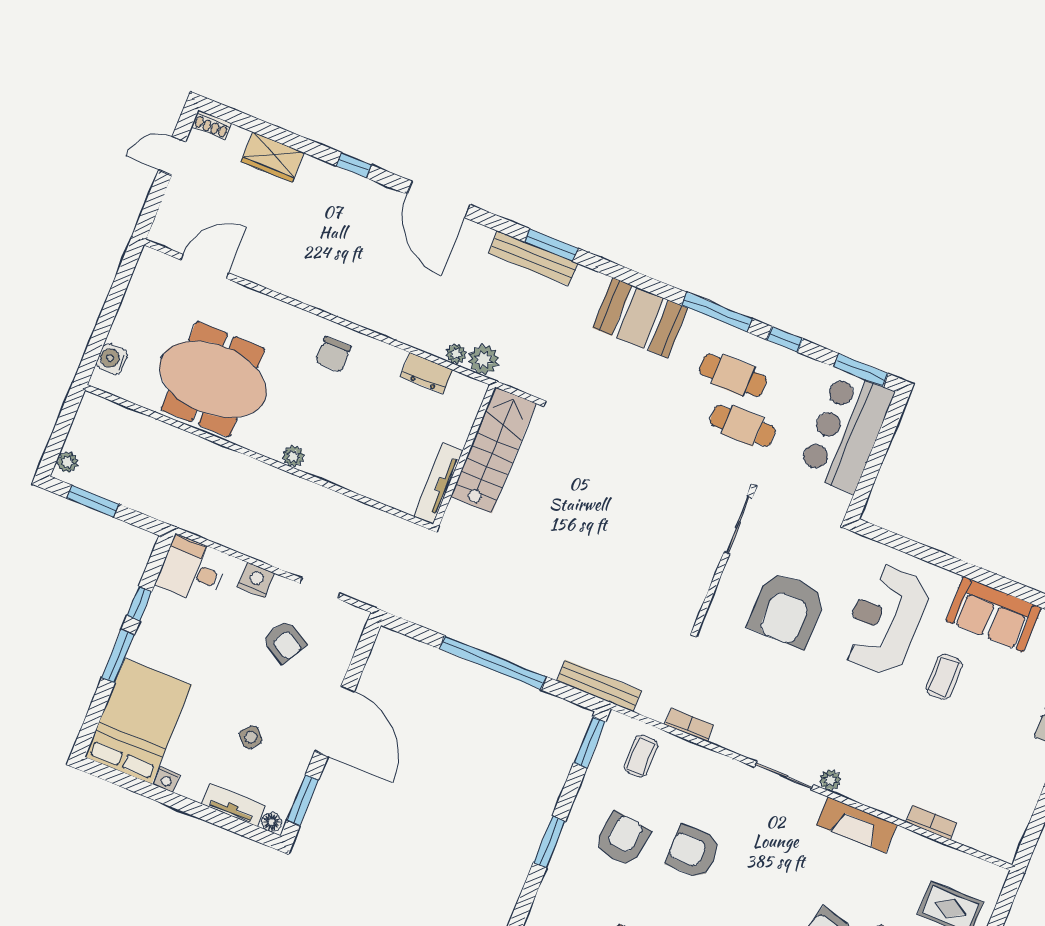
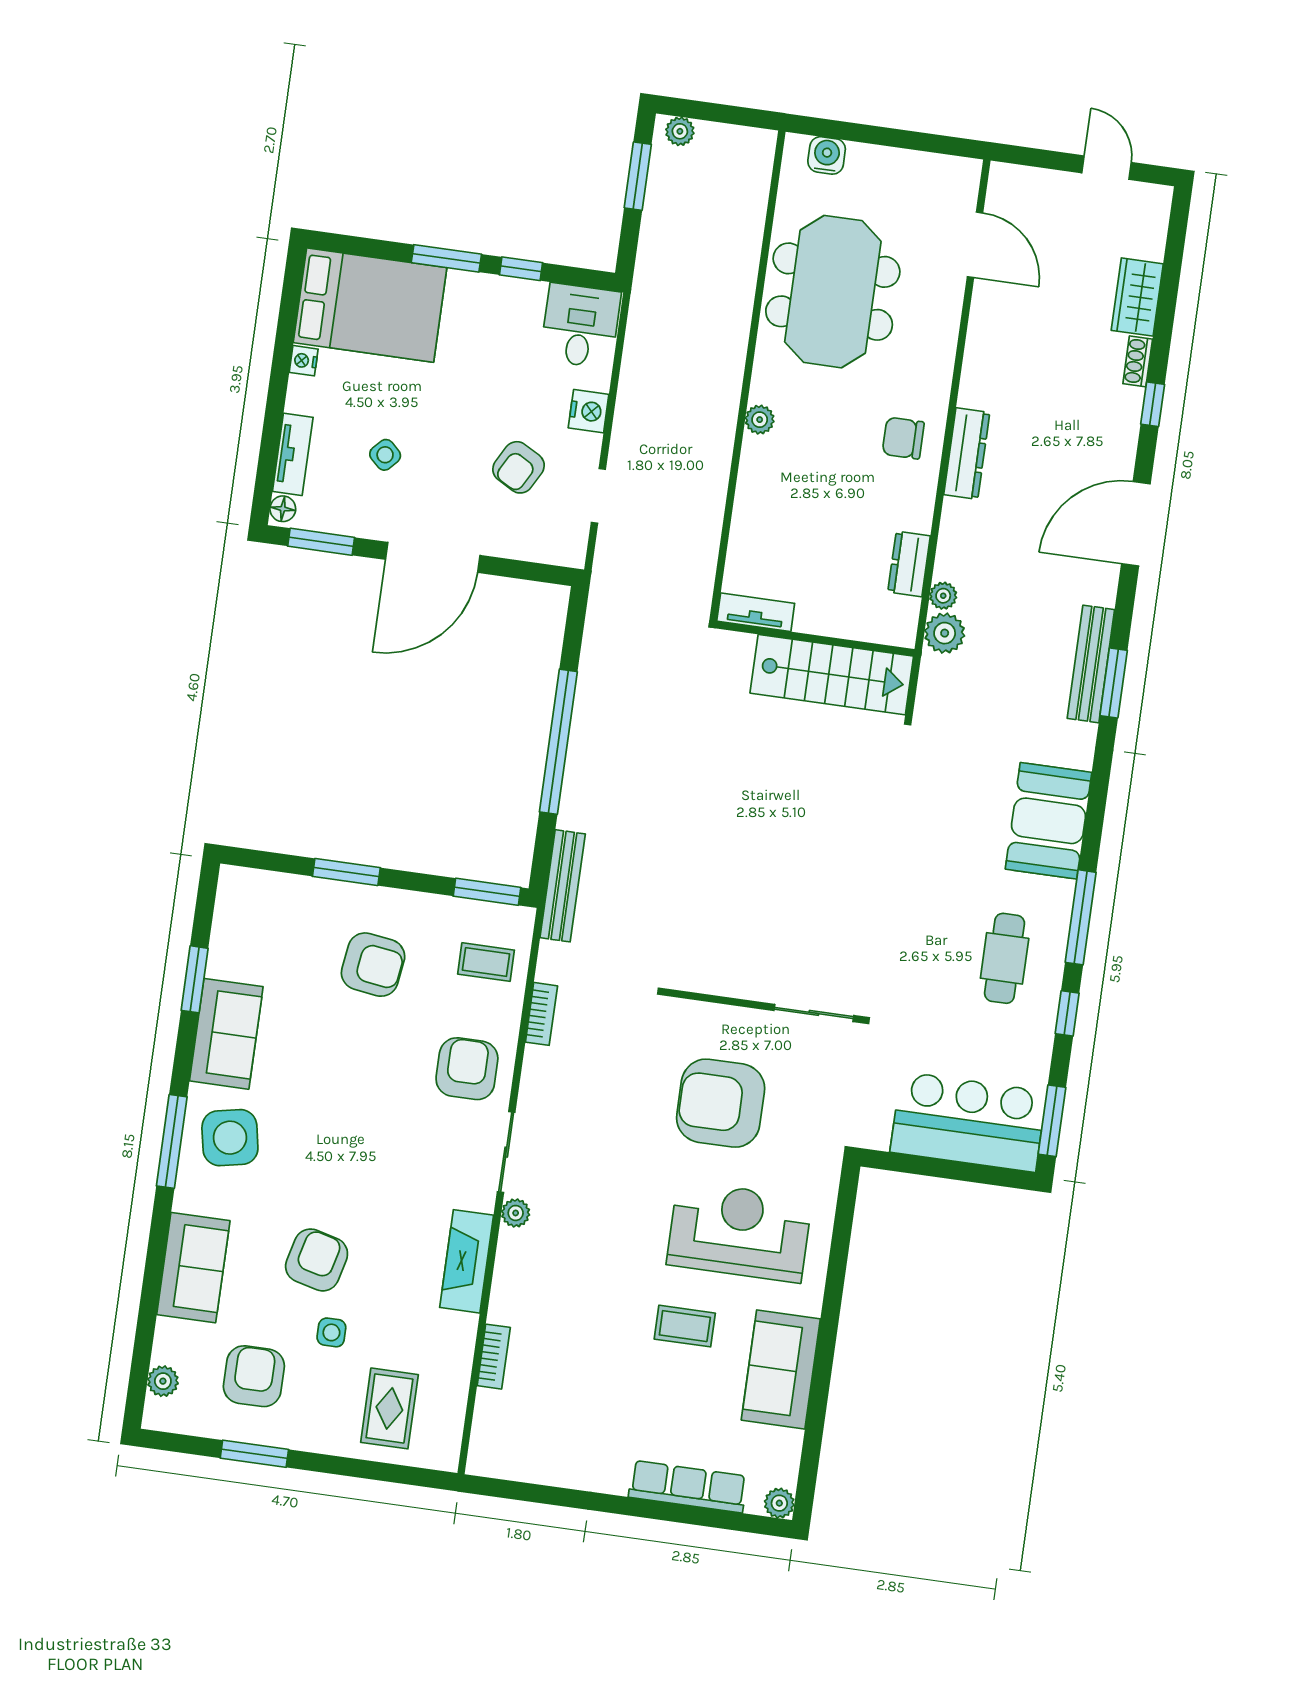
shoe rack: (212, 125) -> (1138, 361), moved
dresser: (356, 311) -> (967, 454), added
cafe table: (743, 426) -> (943, 987), removed
tv unit: (438, 484) -> (756, 612), width x0.71
armchair: (693, 852) -> (467, 1069), moved

